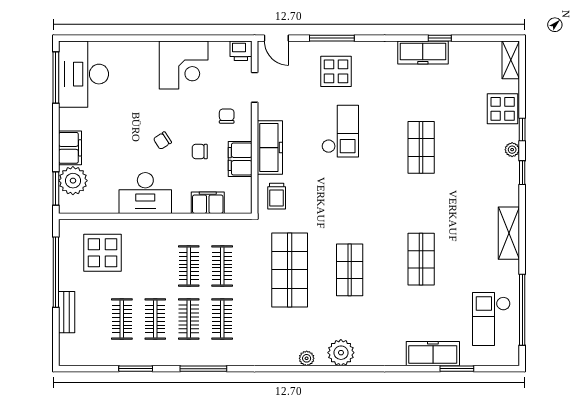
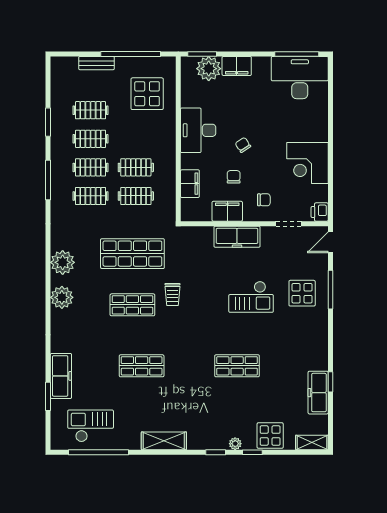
freezer: (423, 53) -> (318, 393), moved
trolley: (277, 196) -> (172, 294), moved, turned -90
plant: (307, 358) -> (63, 262), width x1.87, depth x1.87

